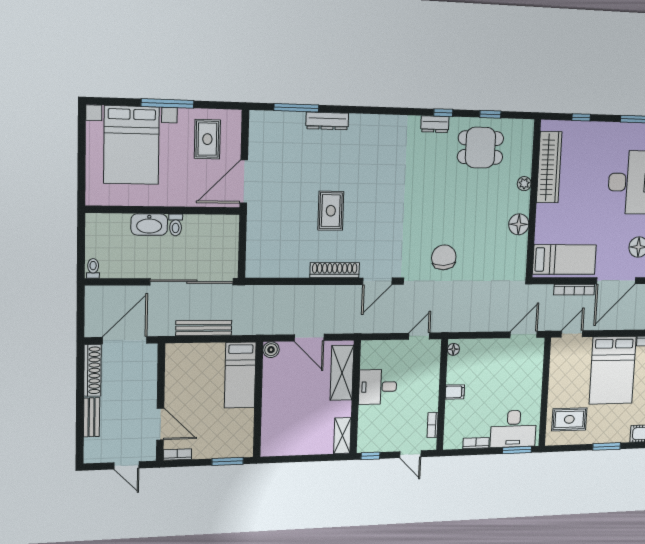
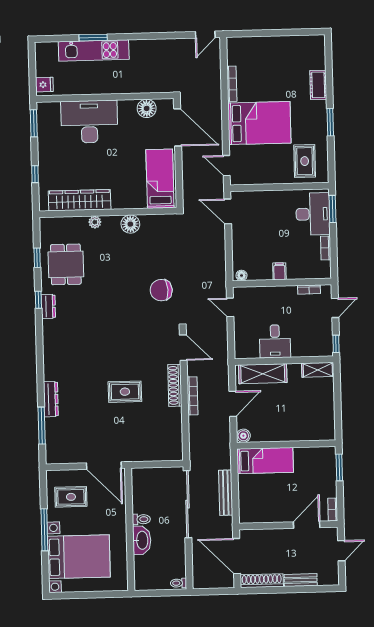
bookcase: (574, 290) -> (192, 396), moved

